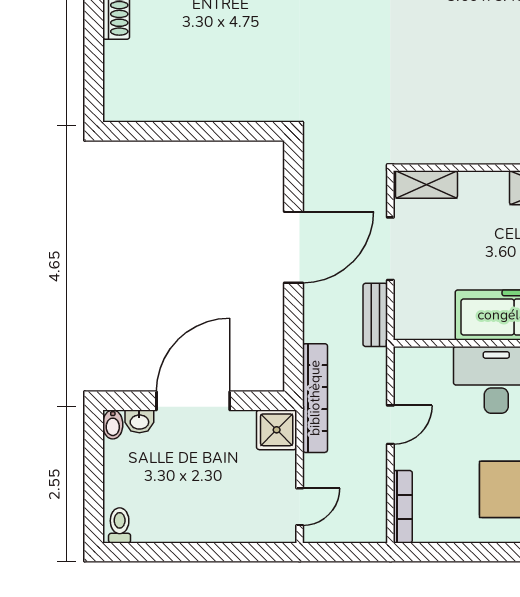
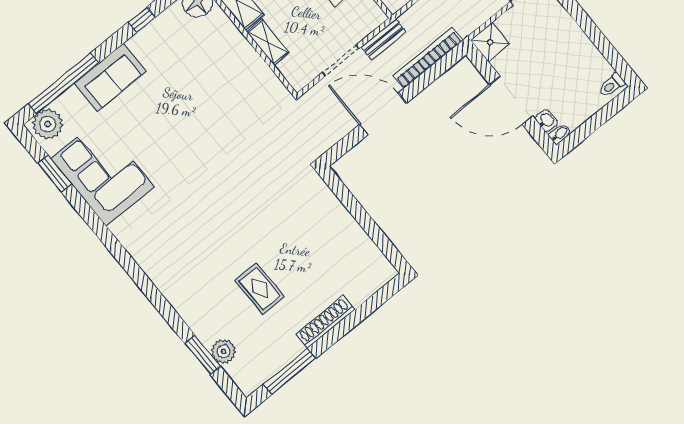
shelving: (426, 185) -> (268, 42), moved
bookcase: (315, 398) -> (428, 58), moved

